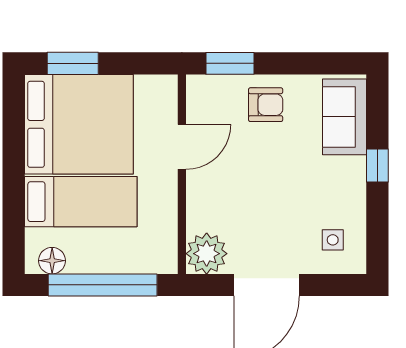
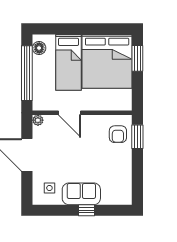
armchair: (266, 105) -> (118, 134), moved
sofa: (345, 117) -> (81, 194), moved
door: (182, 147) -> (69, 113), moved
plant: (207, 254) -> (38, 120), width x0.53, depth x0.53

